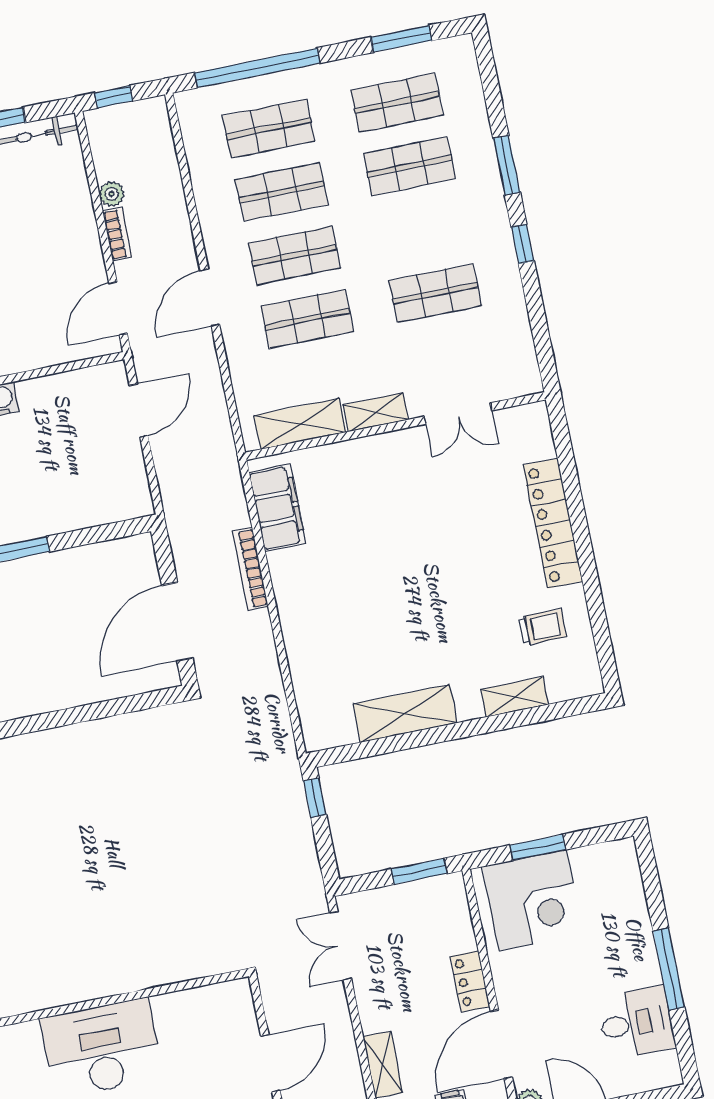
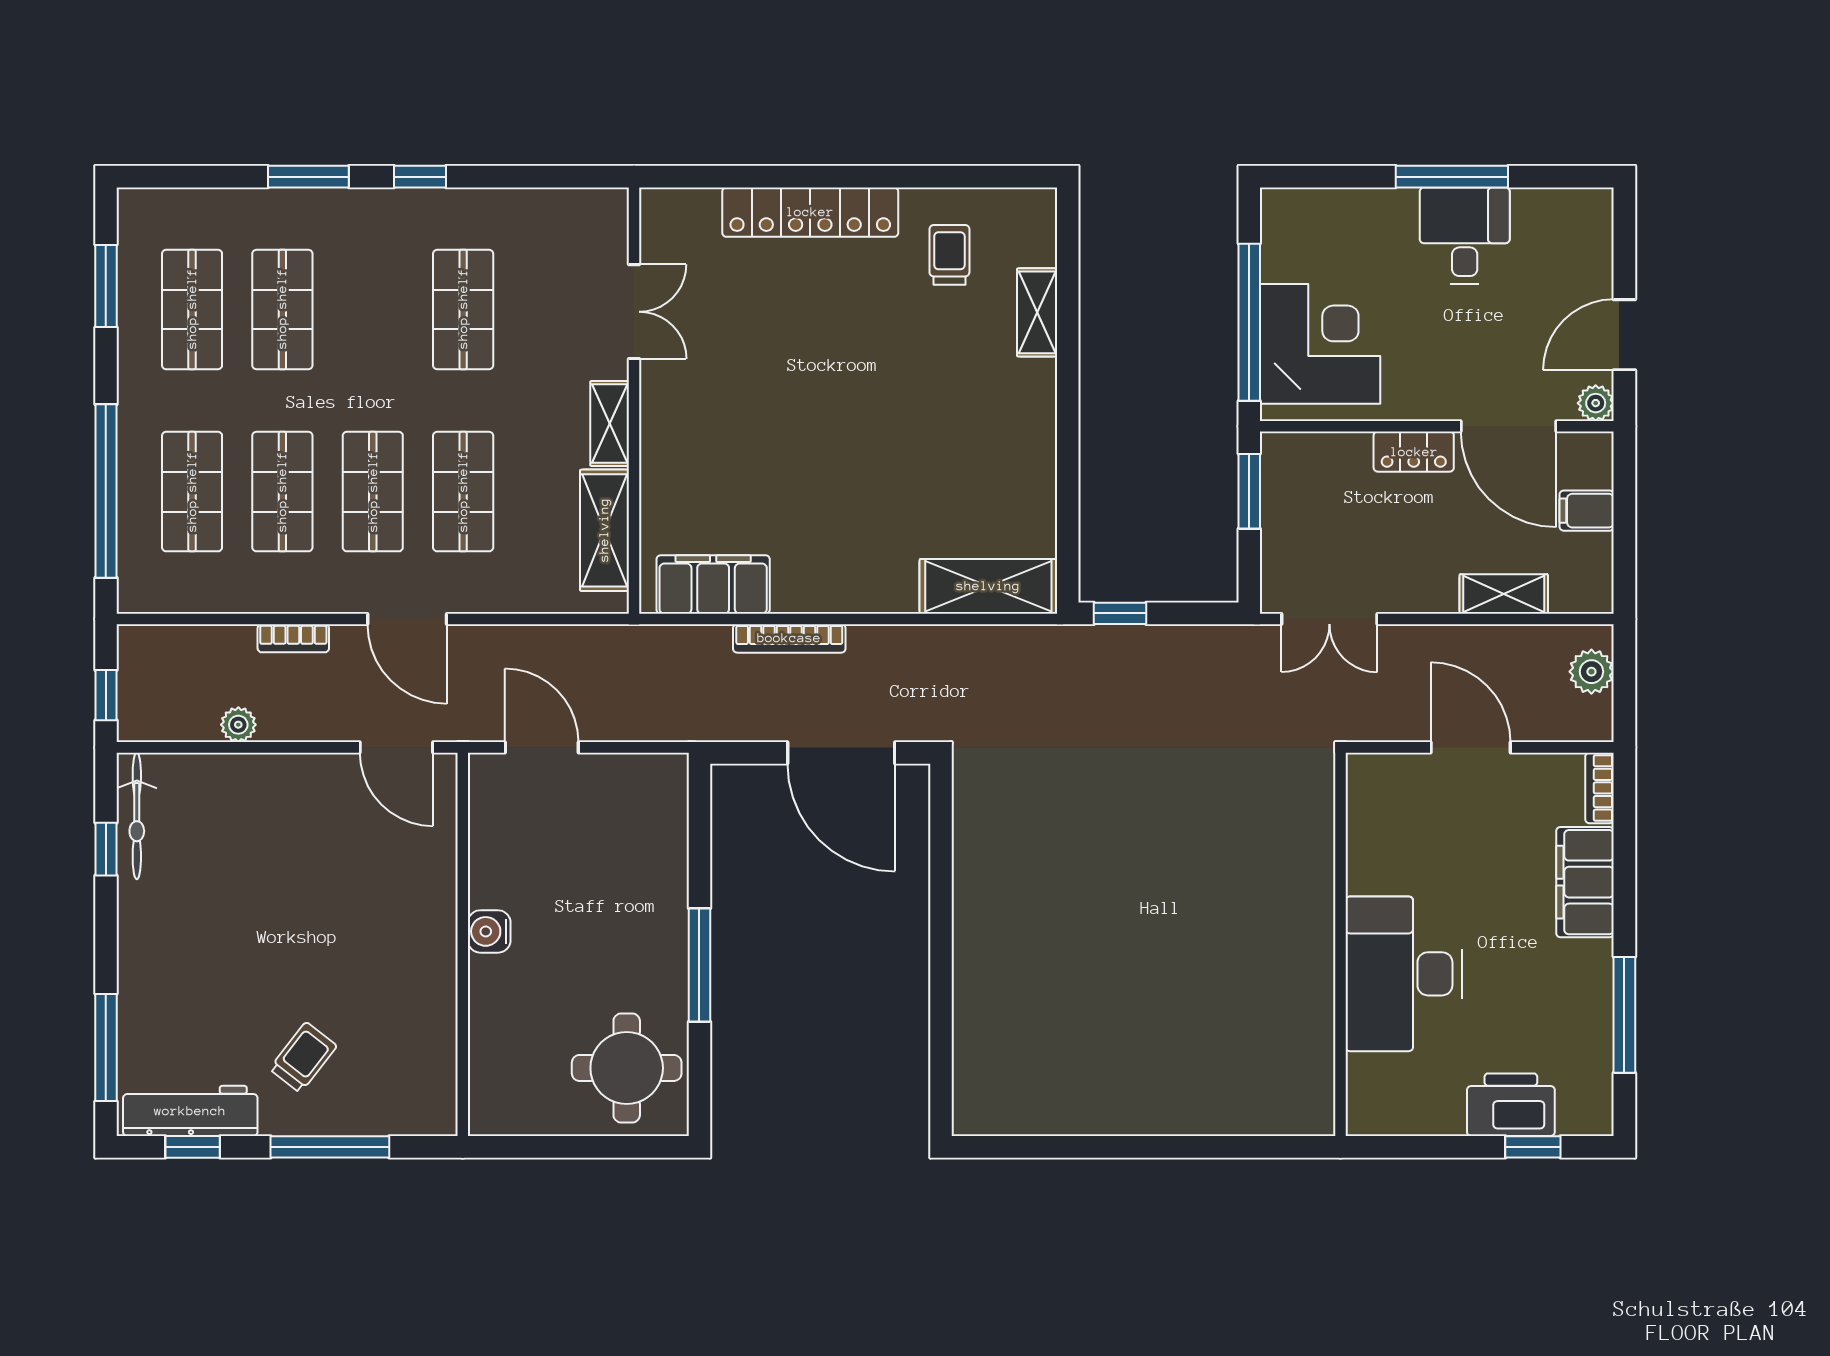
bookcase: (117, 234) -> (293, 638), moved, turned 180
shelving: (405, 713) -> (988, 586), moved, turned 90
window: (538, 847) -> (1249, 322), width x2.11
desk: (636, 1023) -> (1465, 236), moved

